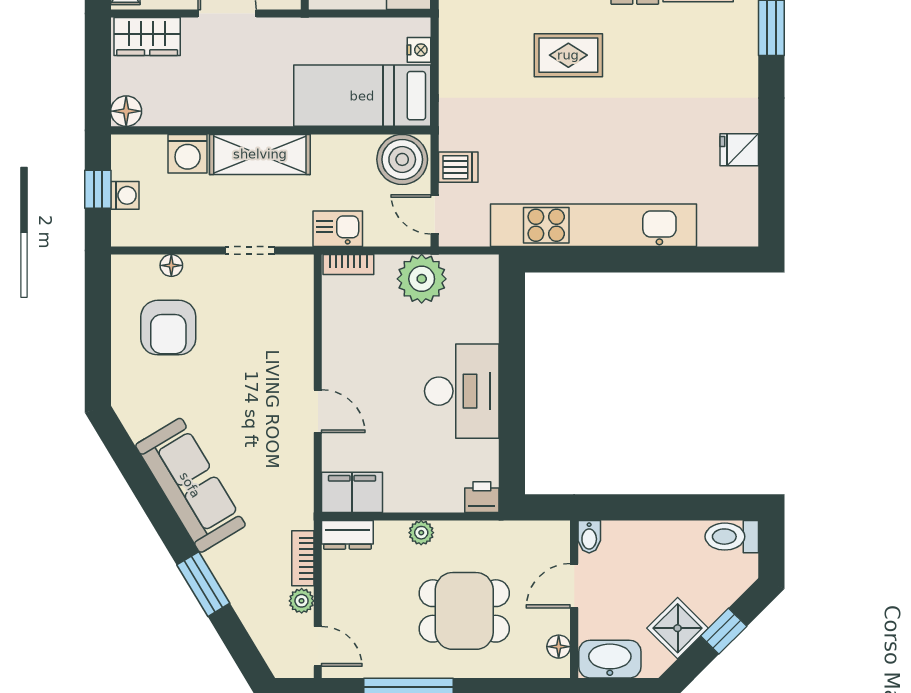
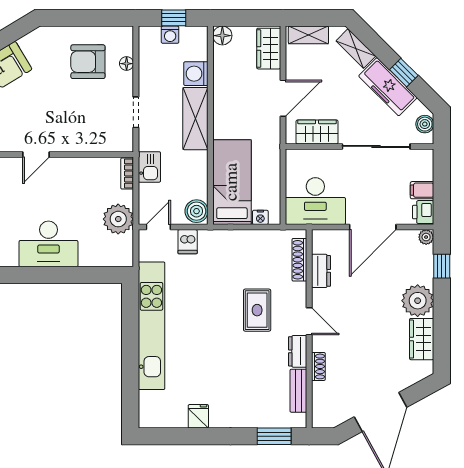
boiler: (402, 159) -> (197, 211), width x0.73, depth x0.73

